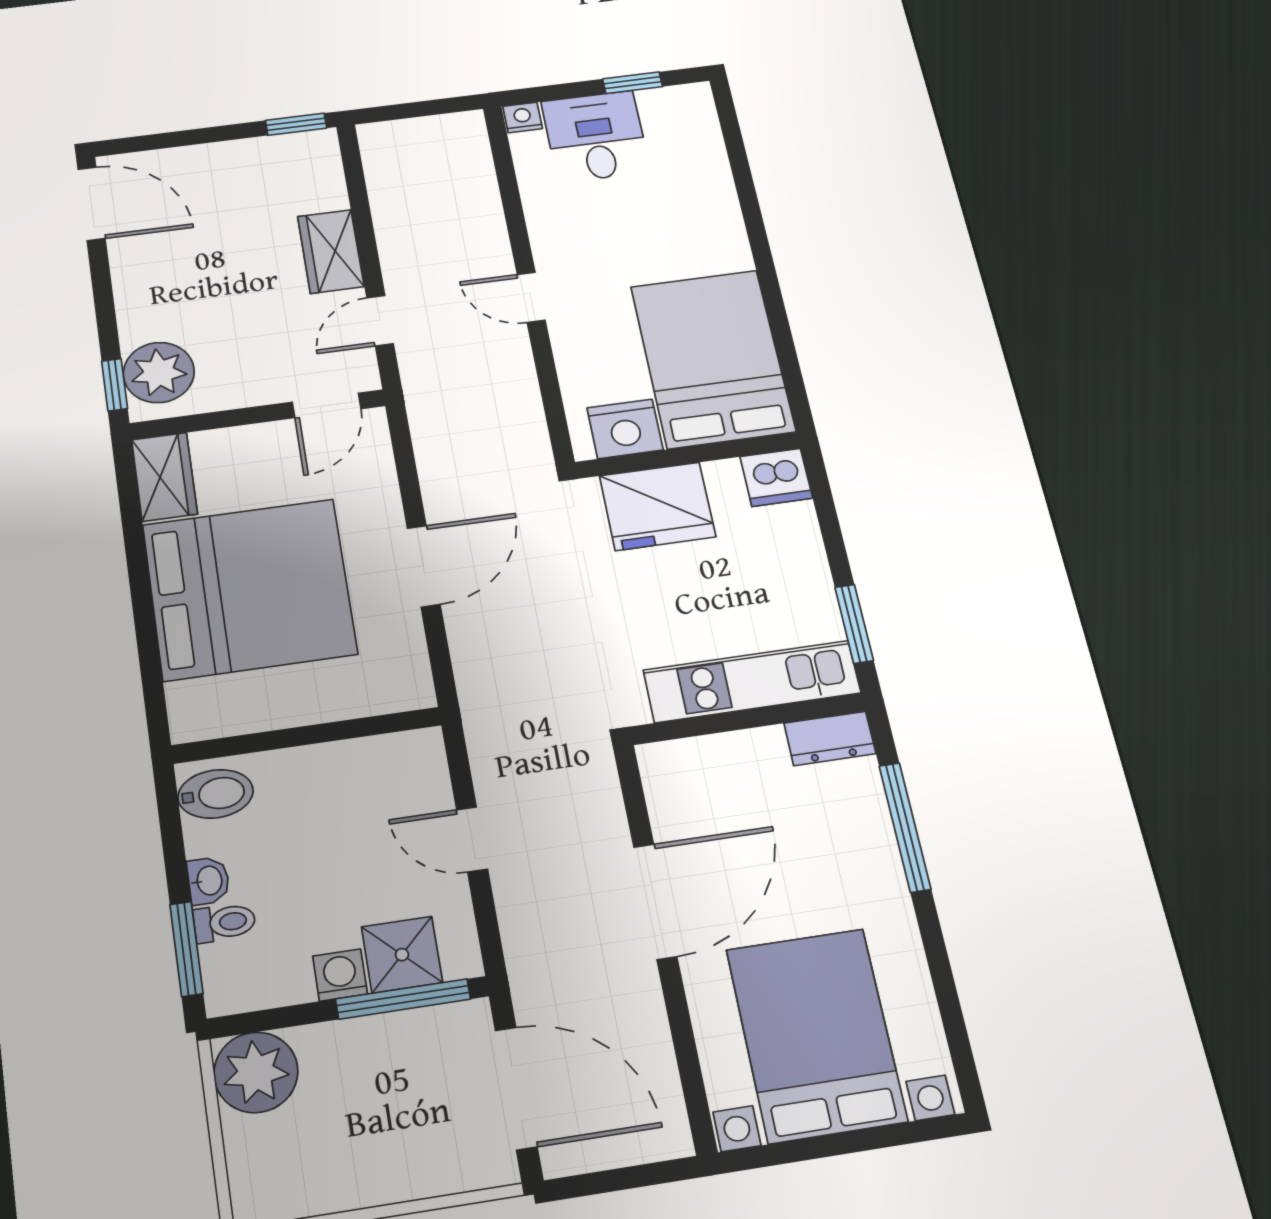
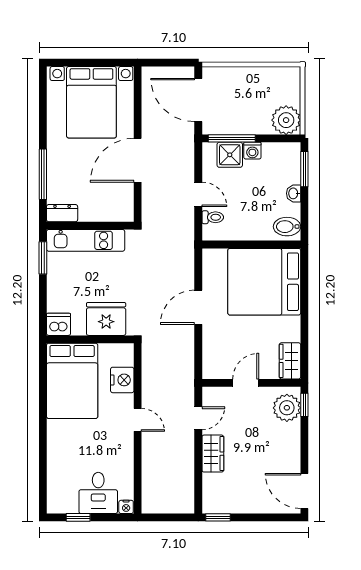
door: (327, 405) -> (246, 383), moved
nightstand: (625, 429) -> (122, 380), moved, turned 90
bed: (249, 589) -> (264, 282), moved
toilet: (225, 922) -> (213, 217), moved, turned 180

